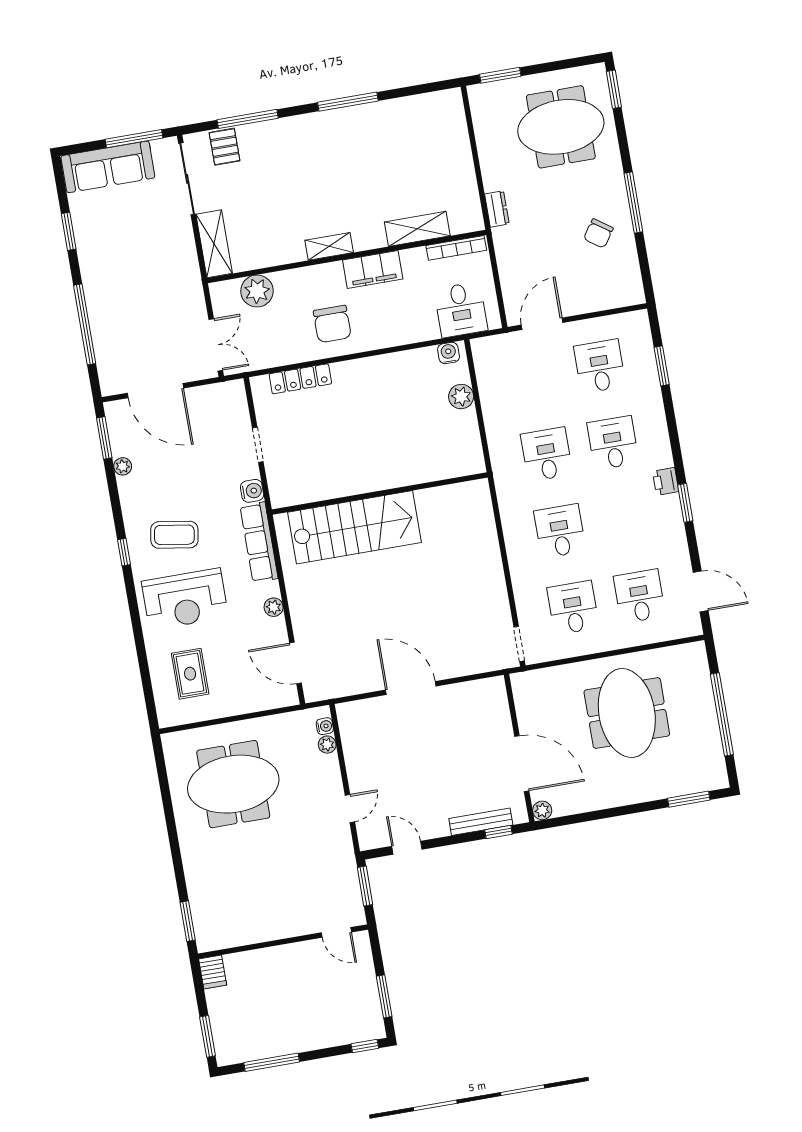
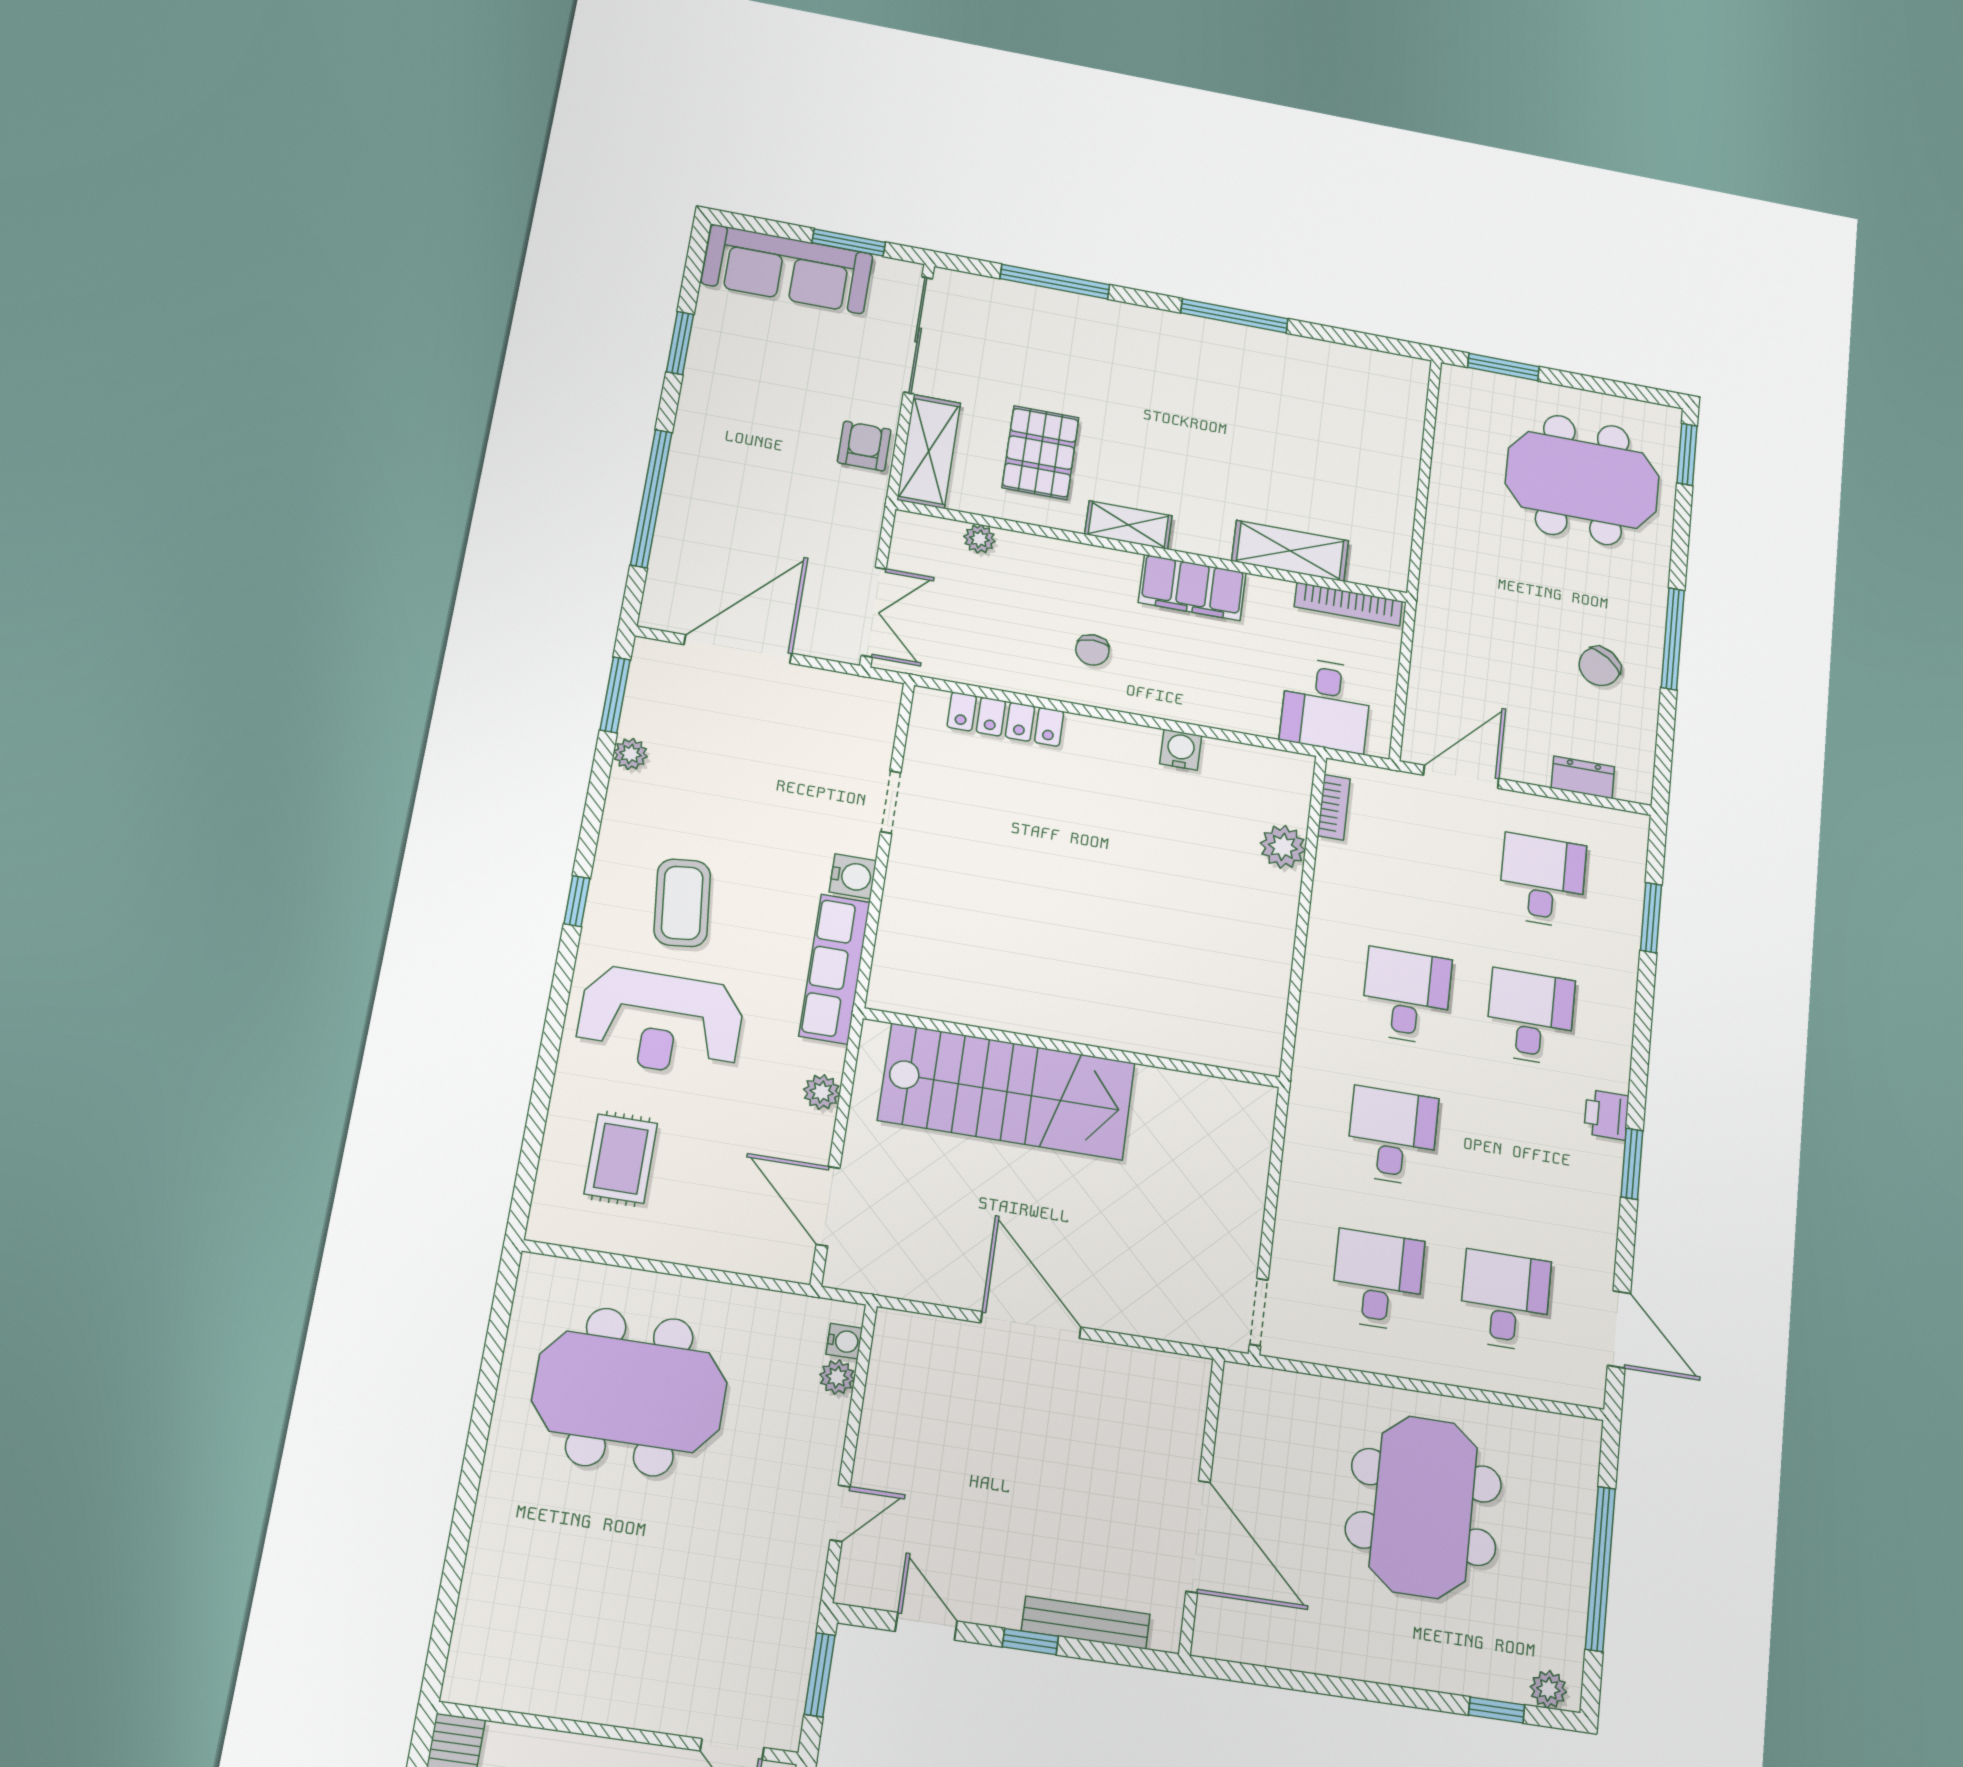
window: (134, 139) -> (849, 242), width x0.69
pallet: (225, 147) -> (1040, 453), moved, width x1.50, depth x1.42
dresser: (497, 209) -> (1583, 777), moved, turned -90
armchair: (181, 254) -> (864, 446), added
plant: (257, 291) -> (979, 539), width x0.53, depth x0.53
chair: (332, 324) -> (1092, 650), width x0.54, depth x0.54
water cooler: (449, 353) -> (1181, 750), moved
bookcase: (481, 365) -> (1334, 807), added
door: (155, 391) -> (738, 649), swing flipped
wall: (380, 493) -> (1073, 1048), moved
stairs: (354, 527) -> (1007, 1092), moved
coffee table: (174, 535) -> (682, 903), turned 75
window: (689, 799) -> (1497, 1710), width x0.67
plant: (542, 810) -> (1548, 1689), moved
window: (499, 832) -> (1030, 1642), moved
window: (188, 921) -> (442, 1630), removed

